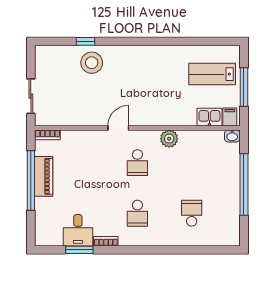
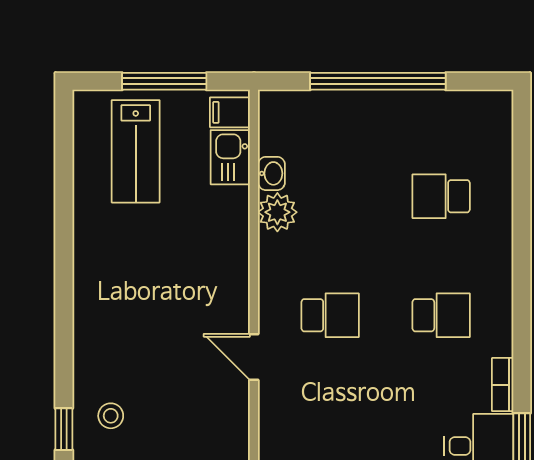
stool: (92, 63) -> (111, 416), width x0.53, depth x0.53
washbasin: (232, 136) -> (271, 173), moved
plant: (169, 139) -> (277, 212), moved

